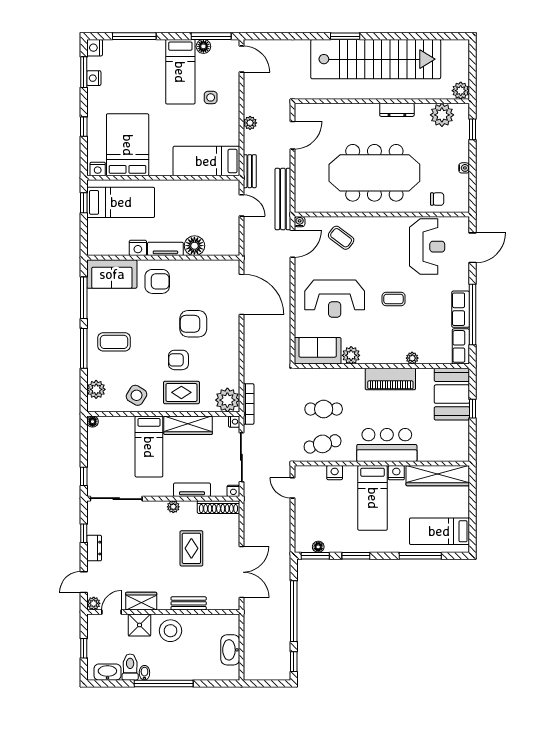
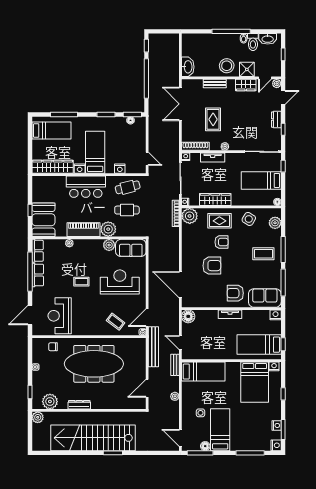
floor lamp: (194, 246) -> (188, 316), moved
nightstand: (138, 248) -> (276, 315), moved
plant: (352, 380) -> (108, 229), added
bed: (149, 447) -> (261, 180), moved, turned -90
washbasin: (230, 650) -> (188, 67), moved

